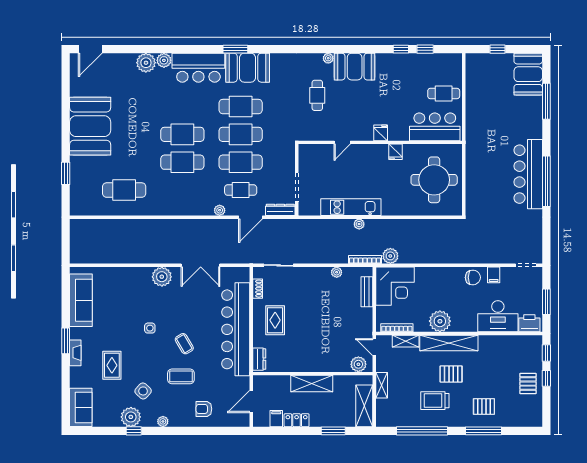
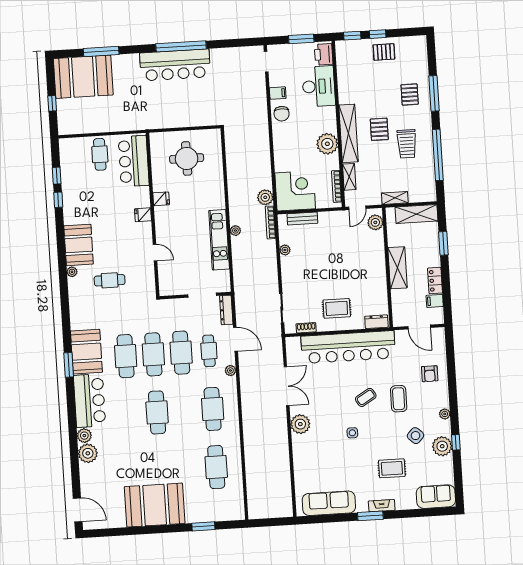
booth: (528, 74) -> (83, 77), width x1.36, depth x1.42
cafe table: (182, 162) -> (213, 409), moved
round table: (434, 180) -> (187, 158), width x0.73, depth x0.73
chair: (473, 277) -> (282, 114), turned 180

